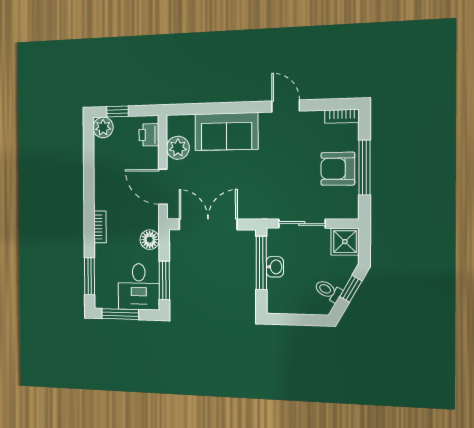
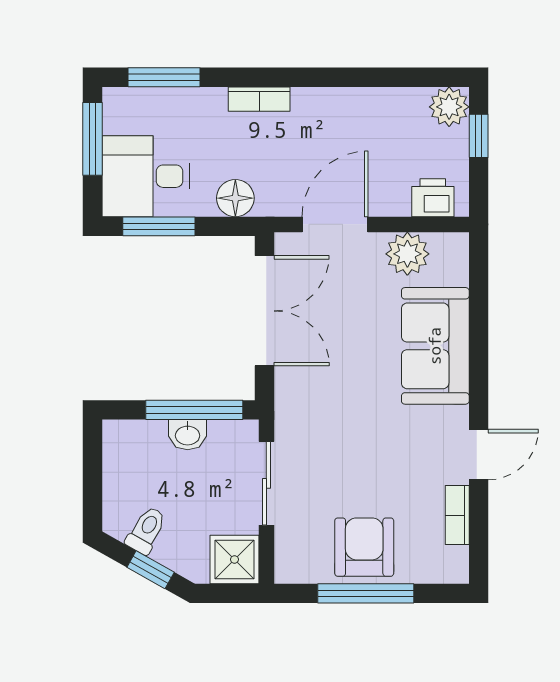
bookcase: (342, 116) -> (457, 515), moved

